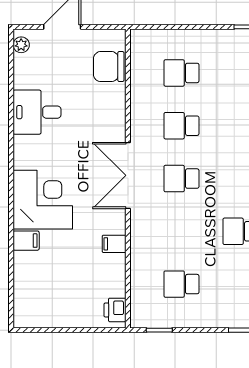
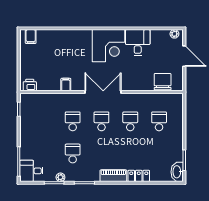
corner desk: (43, 200) -> (109, 46), moved
filing cabinet: (26, 241) -> (31, 37), moved
school desk: (181, 284) -> (73, 121), moved

